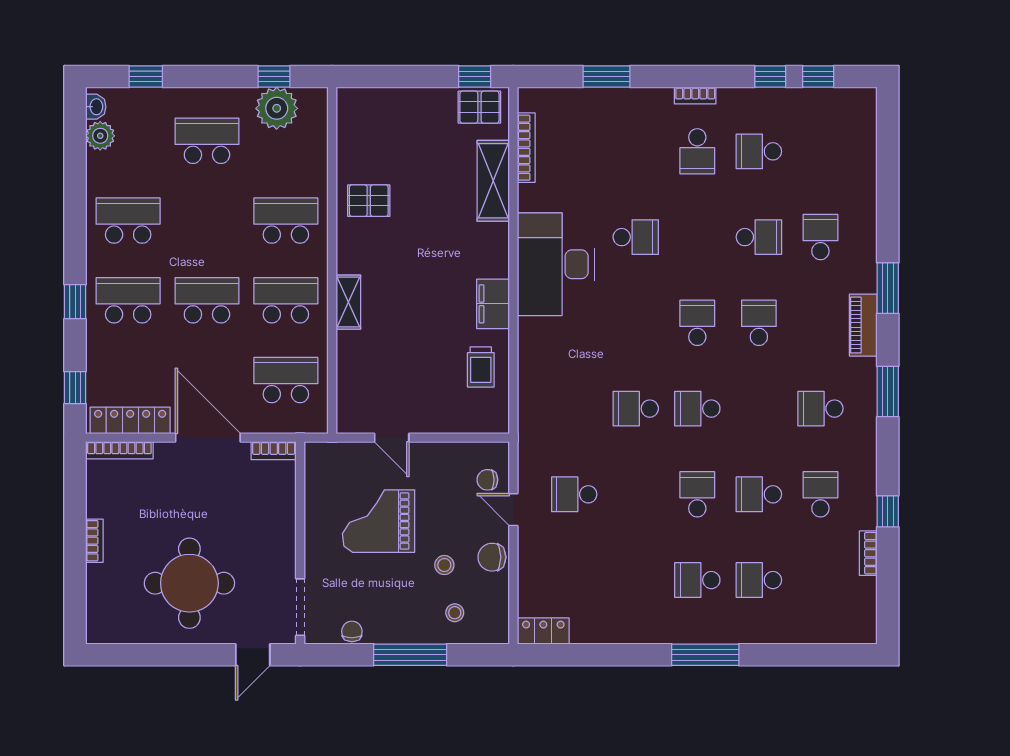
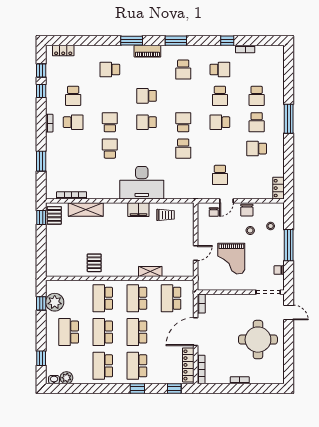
locker: (865, 128) -> (63, 51), added
school desk: (207, 221) -> (103, 332), added
school desk: (759, 237) -> (110, 122), moved
desk: (556, 264) -> (142, 183), moved
shelving: (348, 302) -> (150, 272), moved
school desk: (697, 409) -> (183, 122), turned 180
school desk: (820, 494) -> (220, 70), turned 180
school desk: (636, 580) -> (257, 149), added

